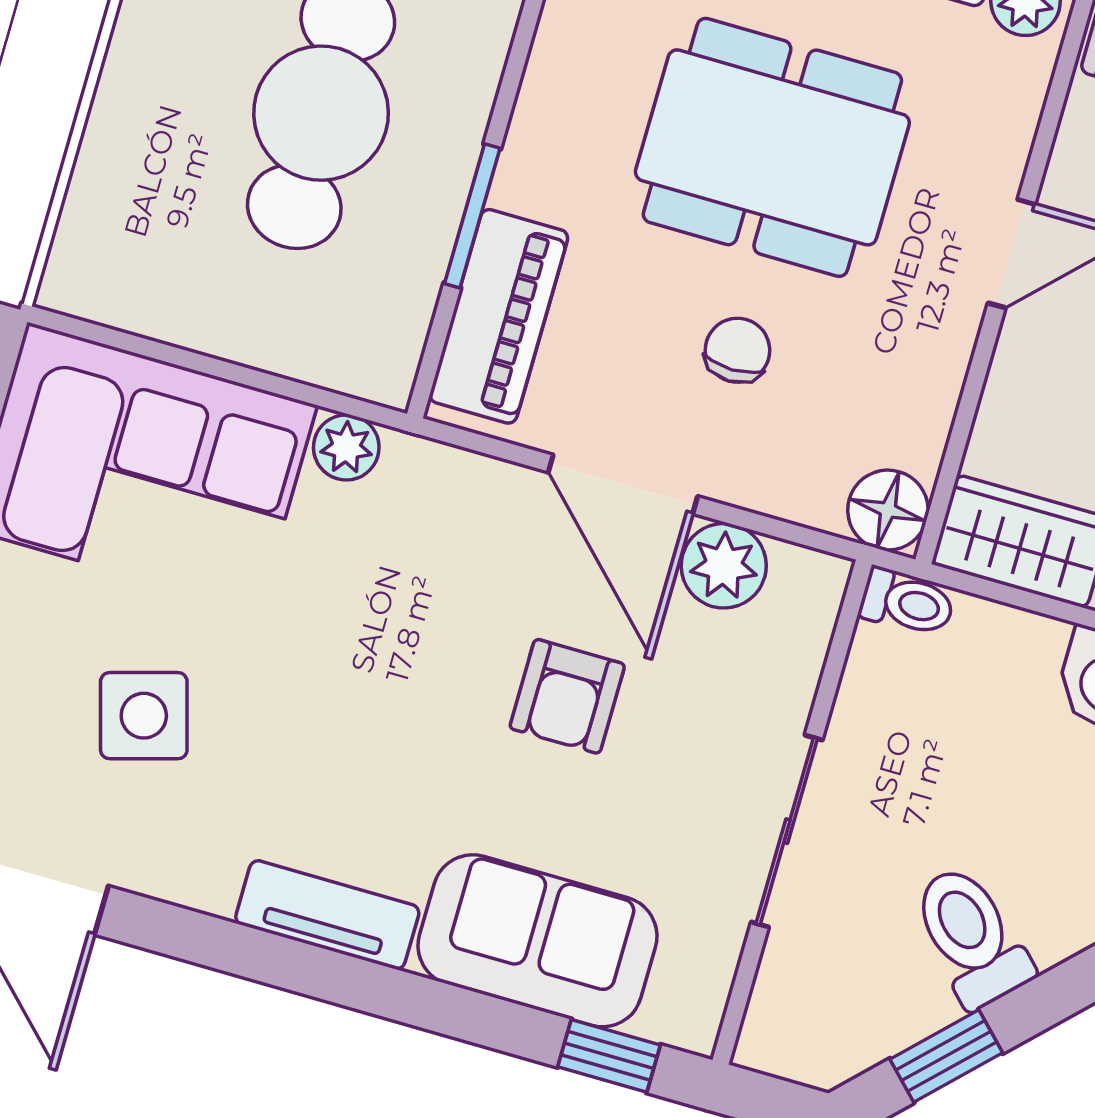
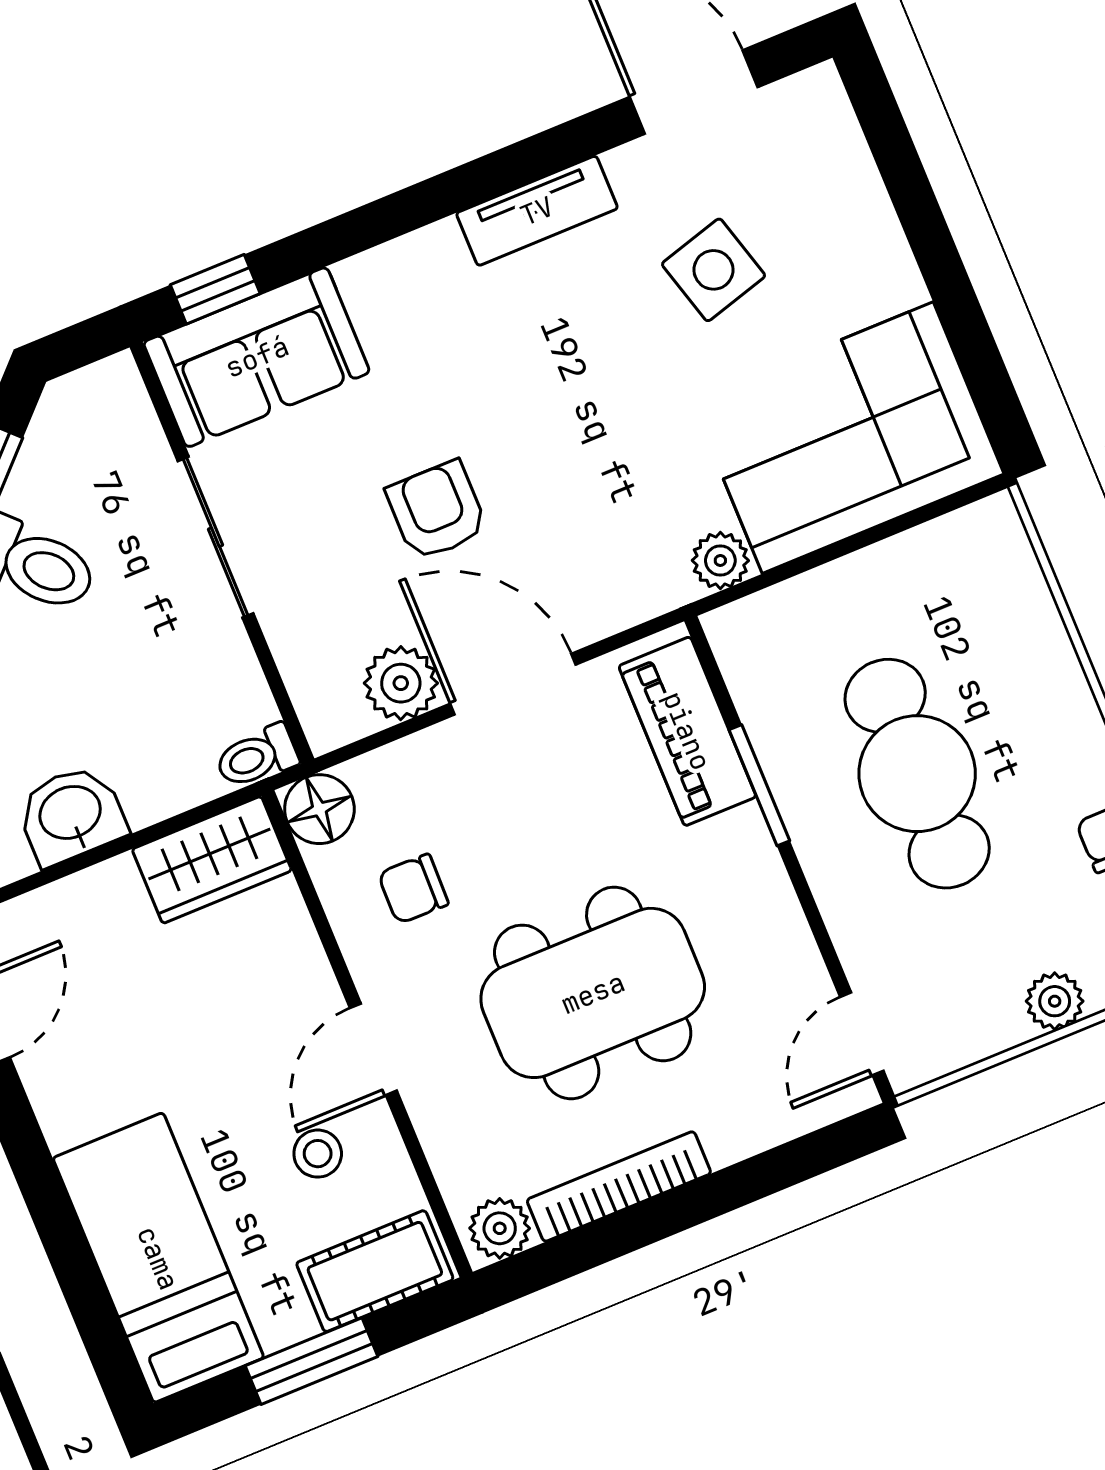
chair: (737, 350) -> (413, 889), moved, turned 91
tv unit: (327, 915) -> (537, 211), moved
sofa: (537, 941) -> (257, 357), moved

